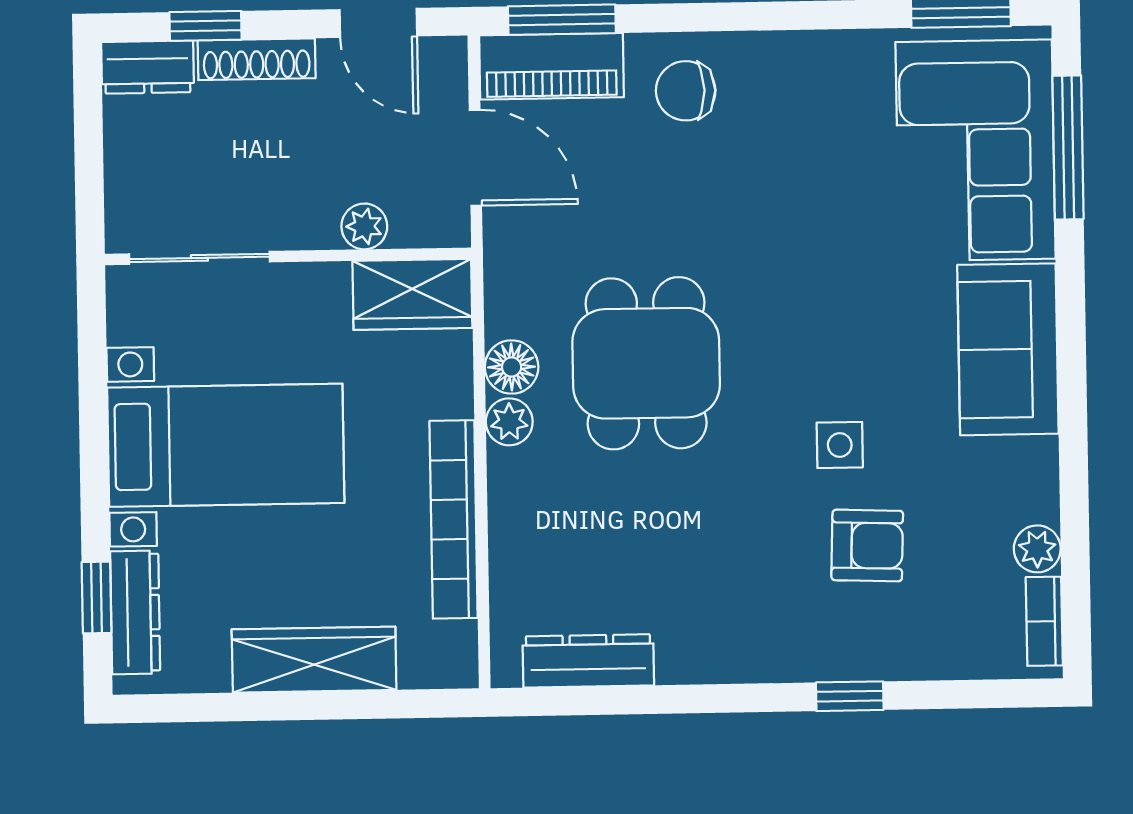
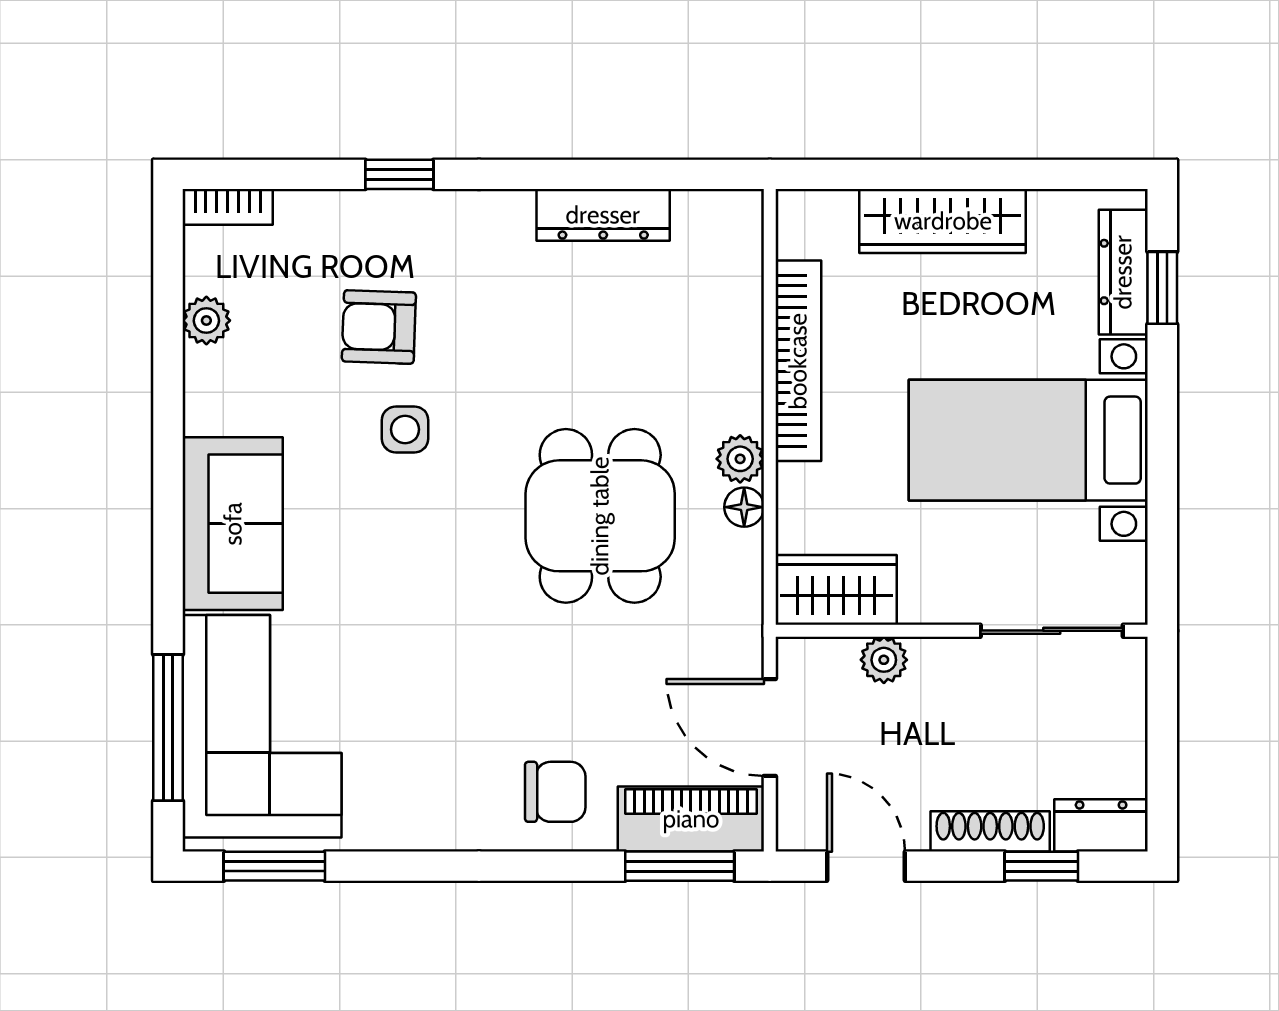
floor lamp: (512, 367) -> (744, 507), width x0.73, depth x0.73
bookcase: (1044, 621) -> (228, 207), moved, turned 90
dresser: (588, 661) -> (603, 215), moved

